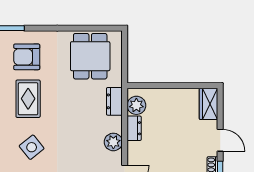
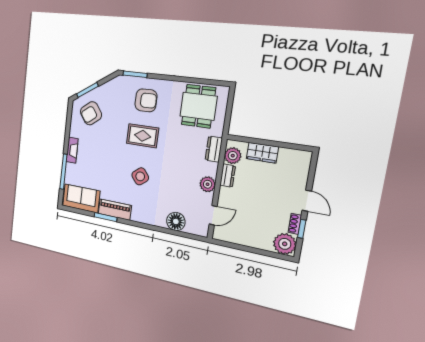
armchair: (27, 57) -> (146, 100), turned 180
rug: (28, 99) -> (143, 136), turned 90
wardrobe: (209, 104) -> (262, 153), moved, turned -90

